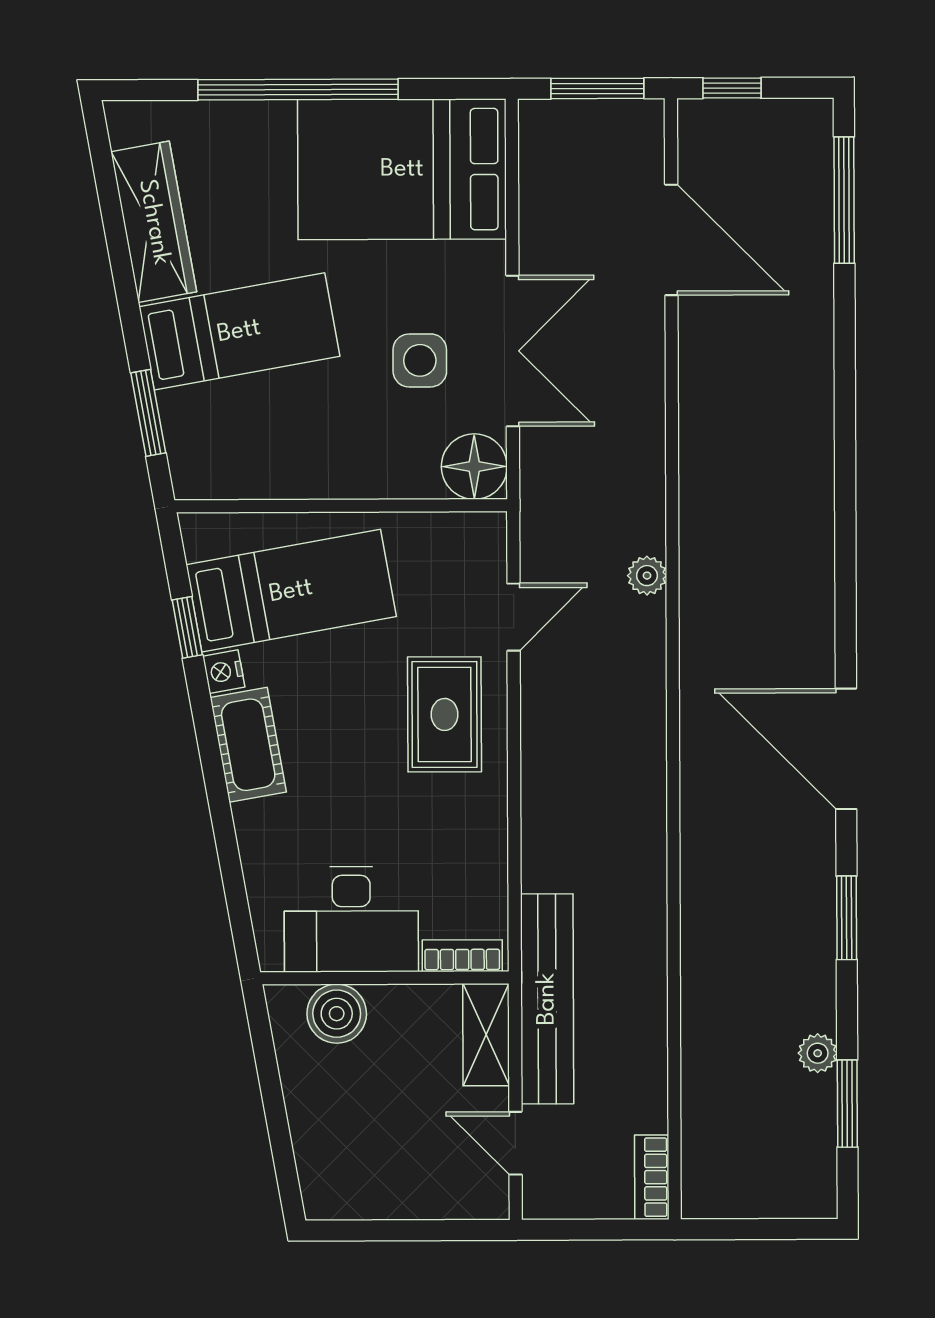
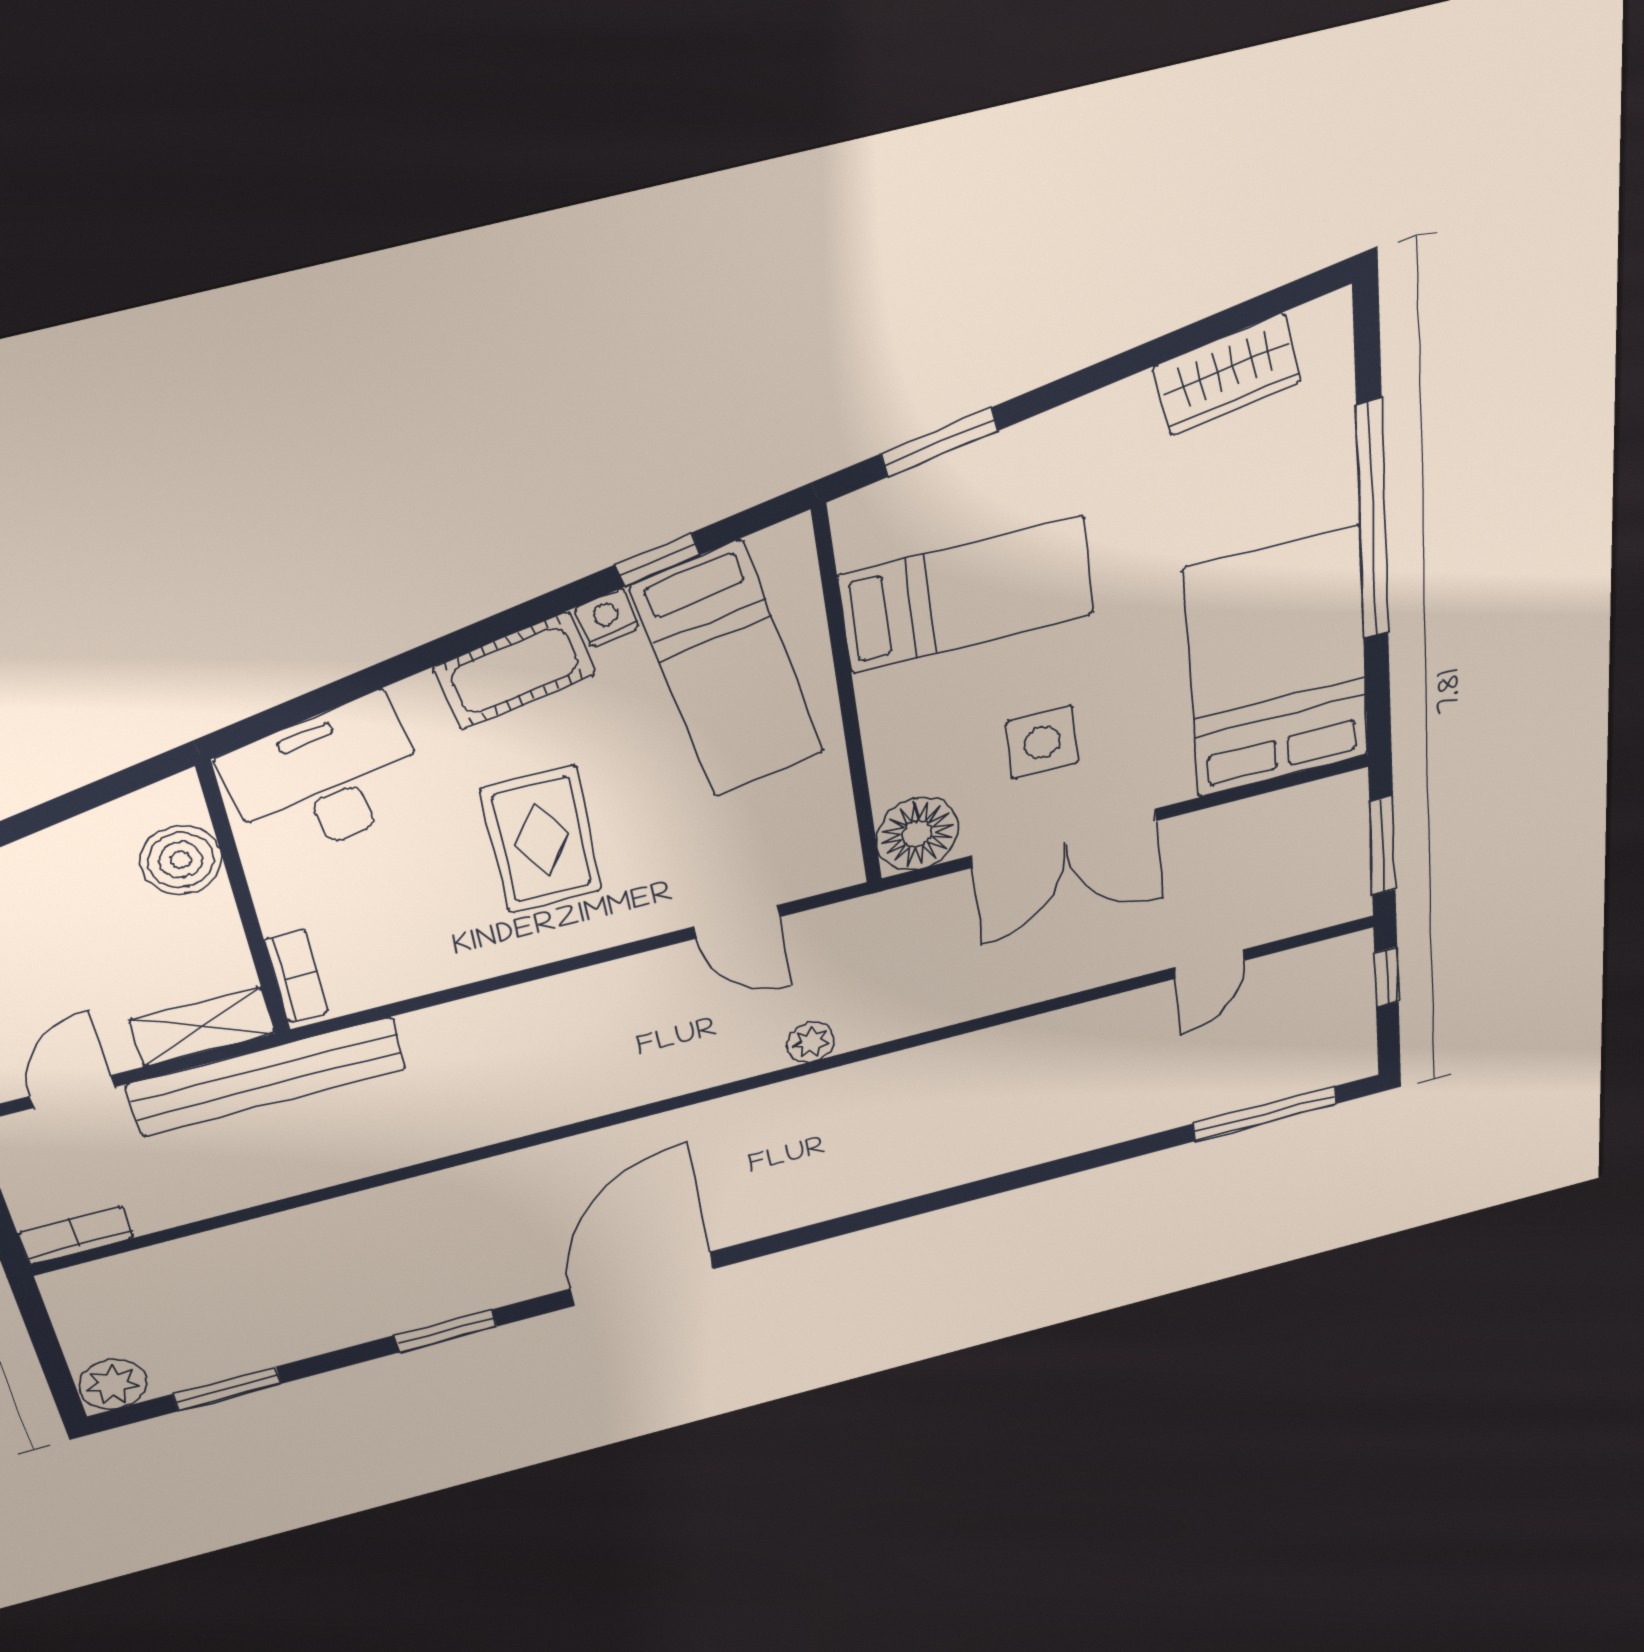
wardrobe: (154, 222) -> (1227, 375), width x0.67
door: (671, 240) -> (1209, 964), width x0.53
bed: (239, 331) -> (967, 595), moved, turned -80
rug: (444, 714) -> (542, 839), moved, turned 90
desk: (351, 919) -> (326, 780), moved, turned 80
plant: (818, 1053) -> (113, 1384), moved, width x1.38, depth x1.38

